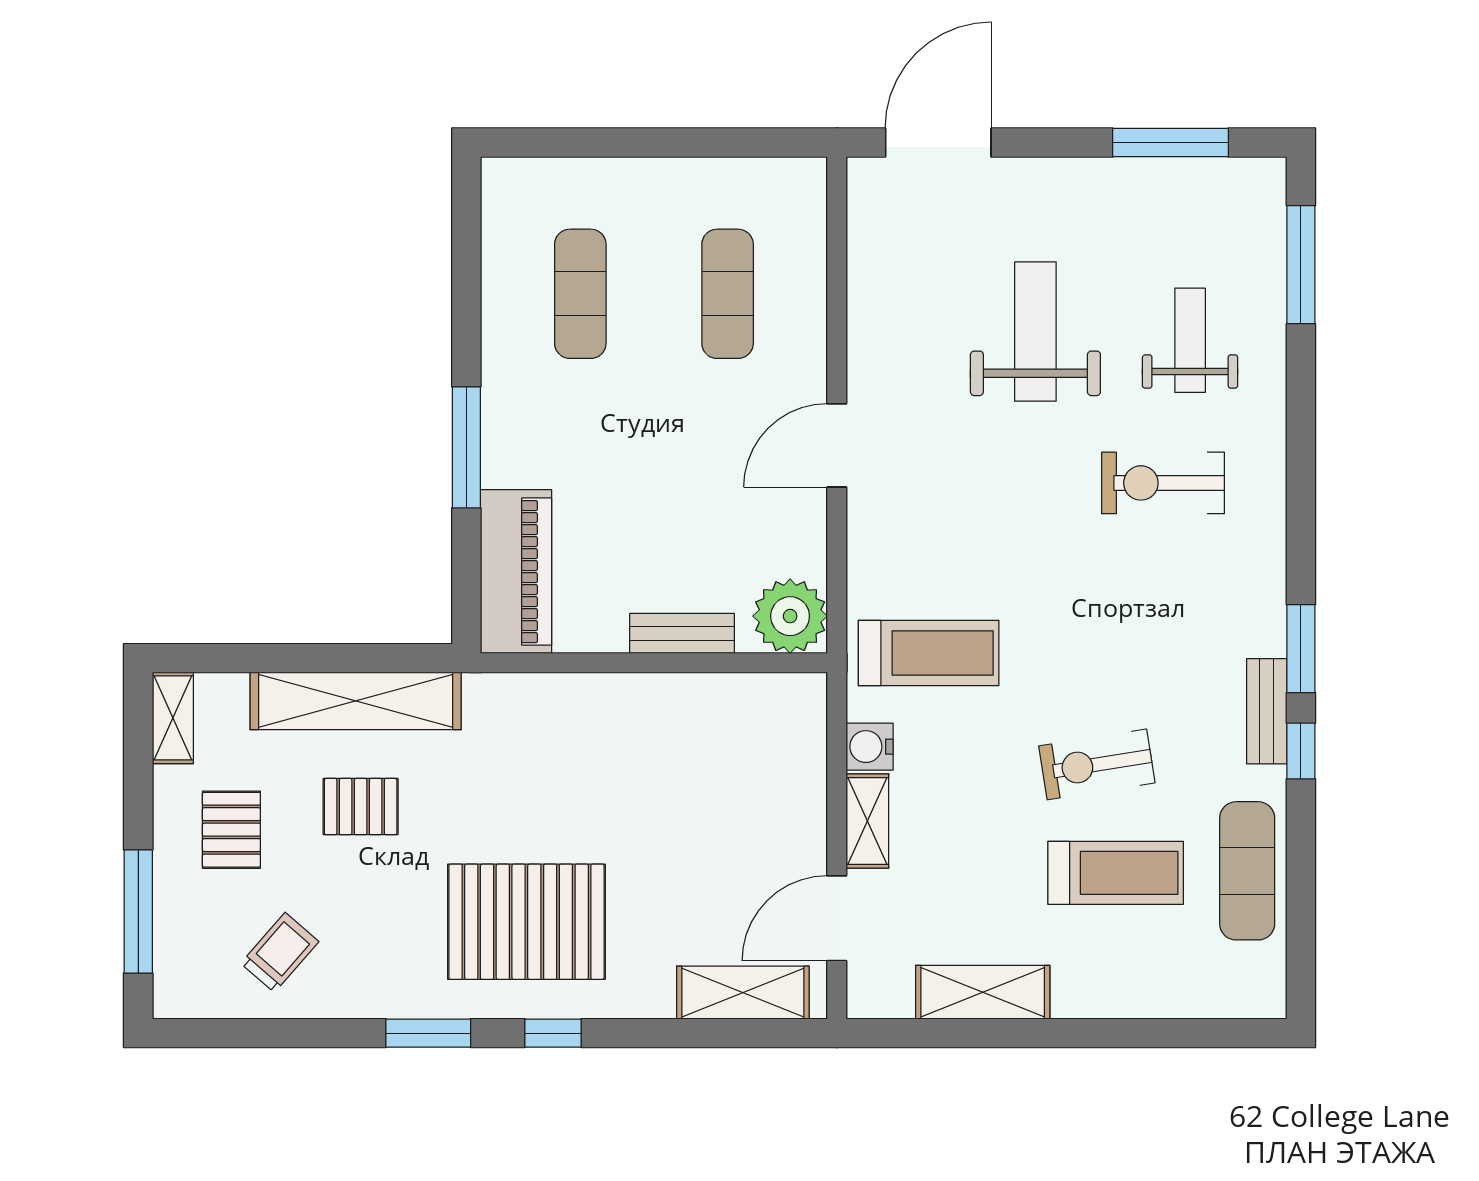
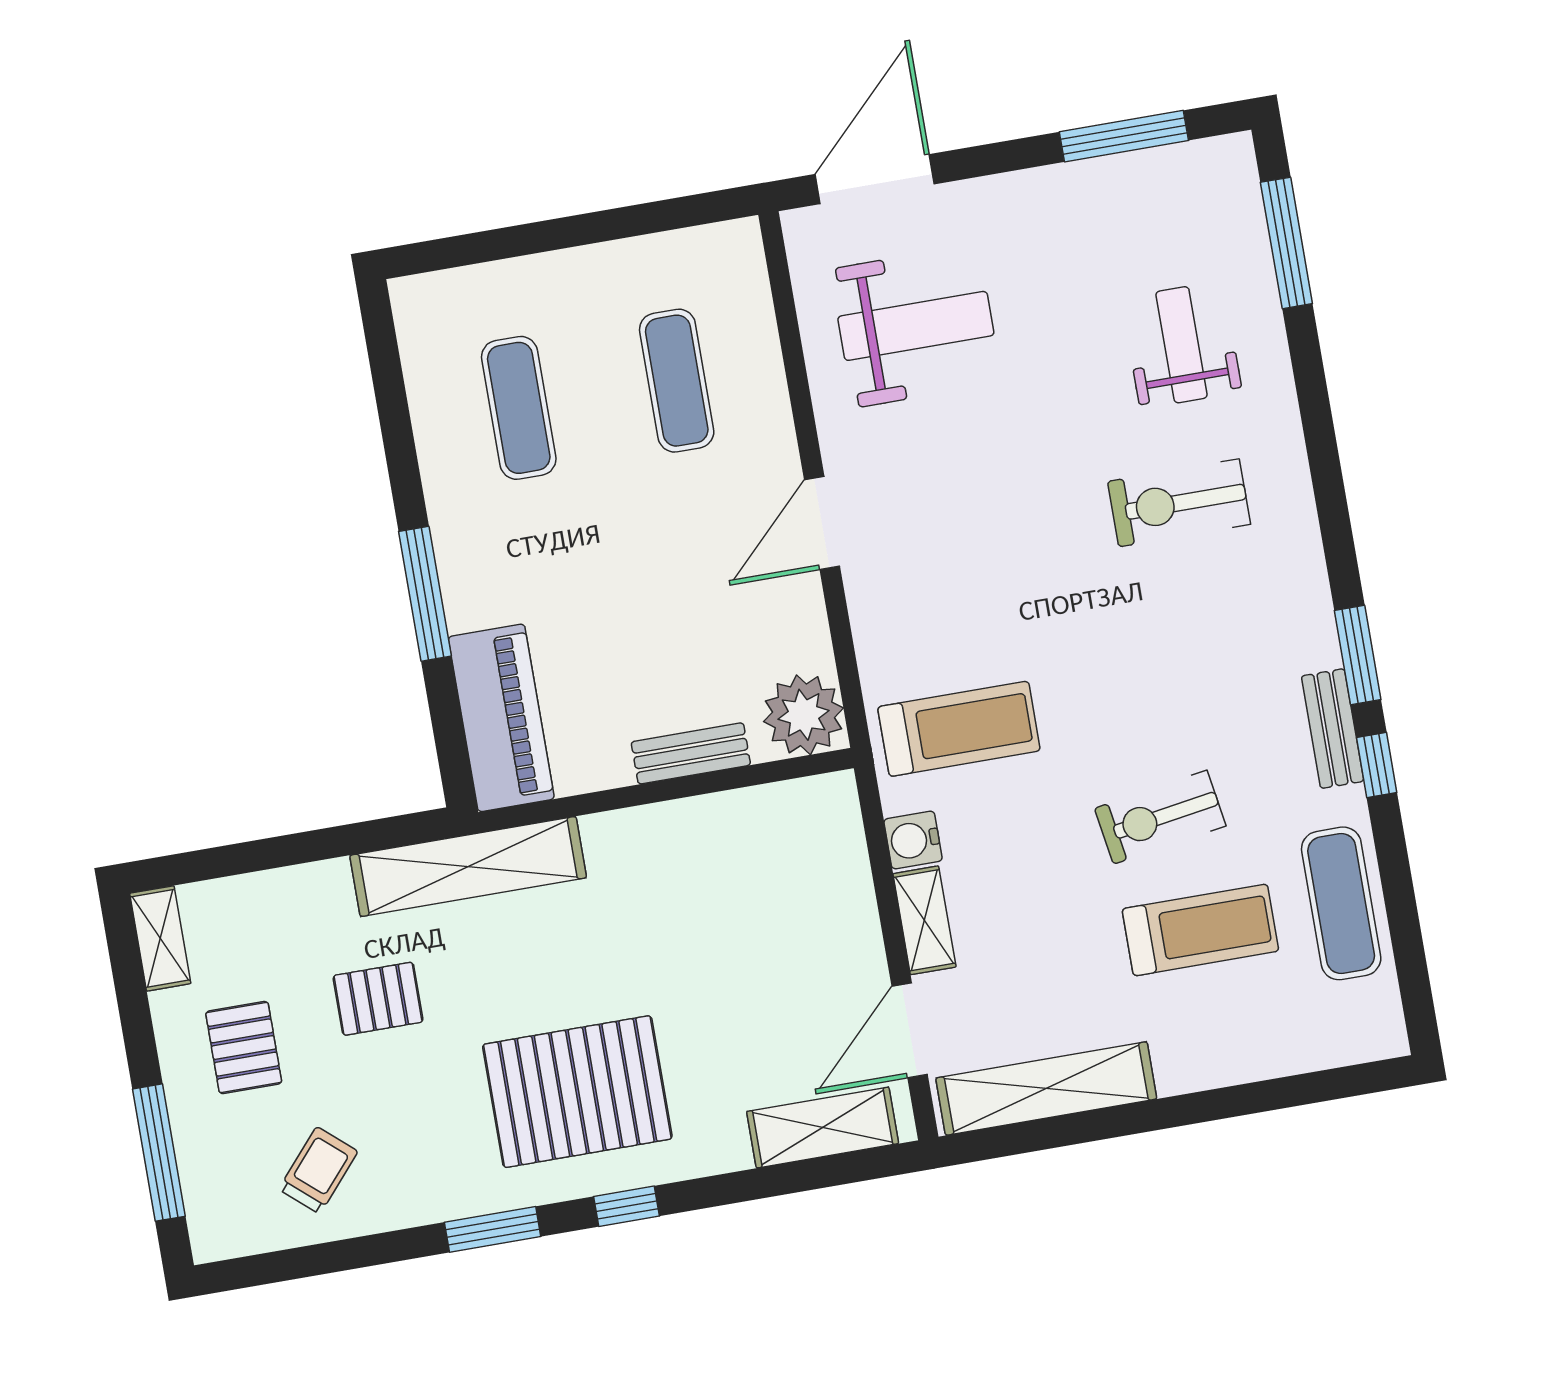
weight bench: (1035, 332) -> (916, 326), moved, turned 90
shelving: (356, 701) -> (468, 867), moved
shelving: (983, 992) -> (1046, 1088), width x1.47

